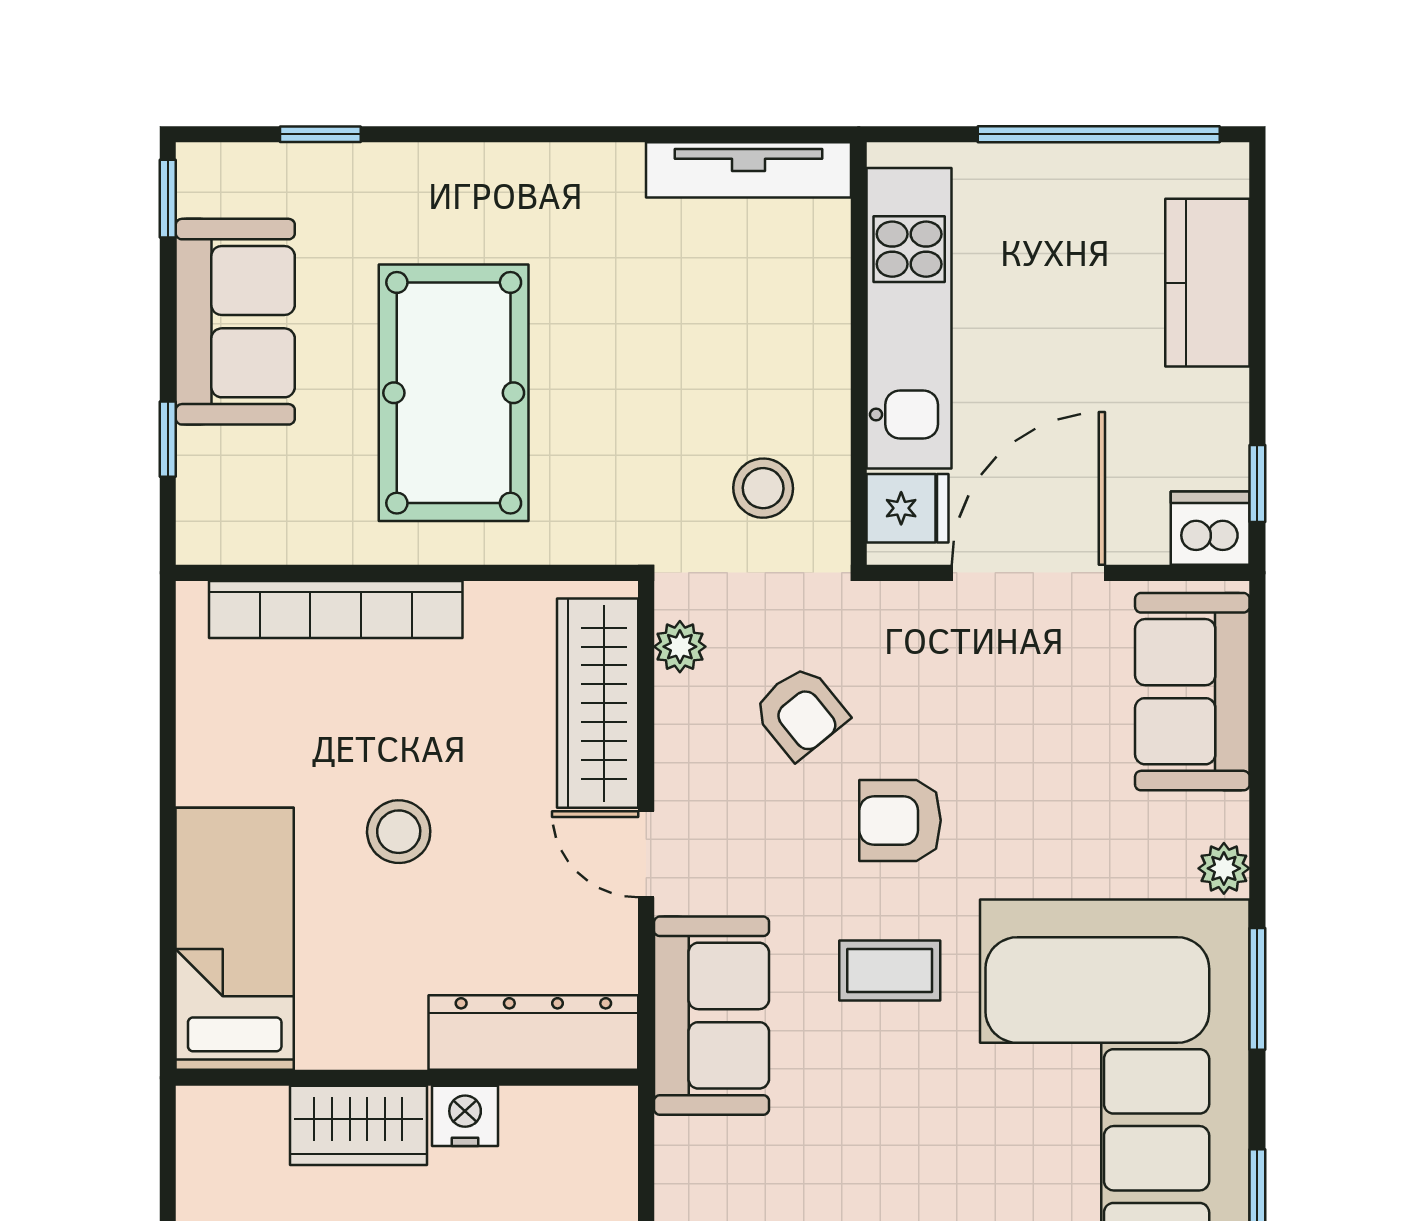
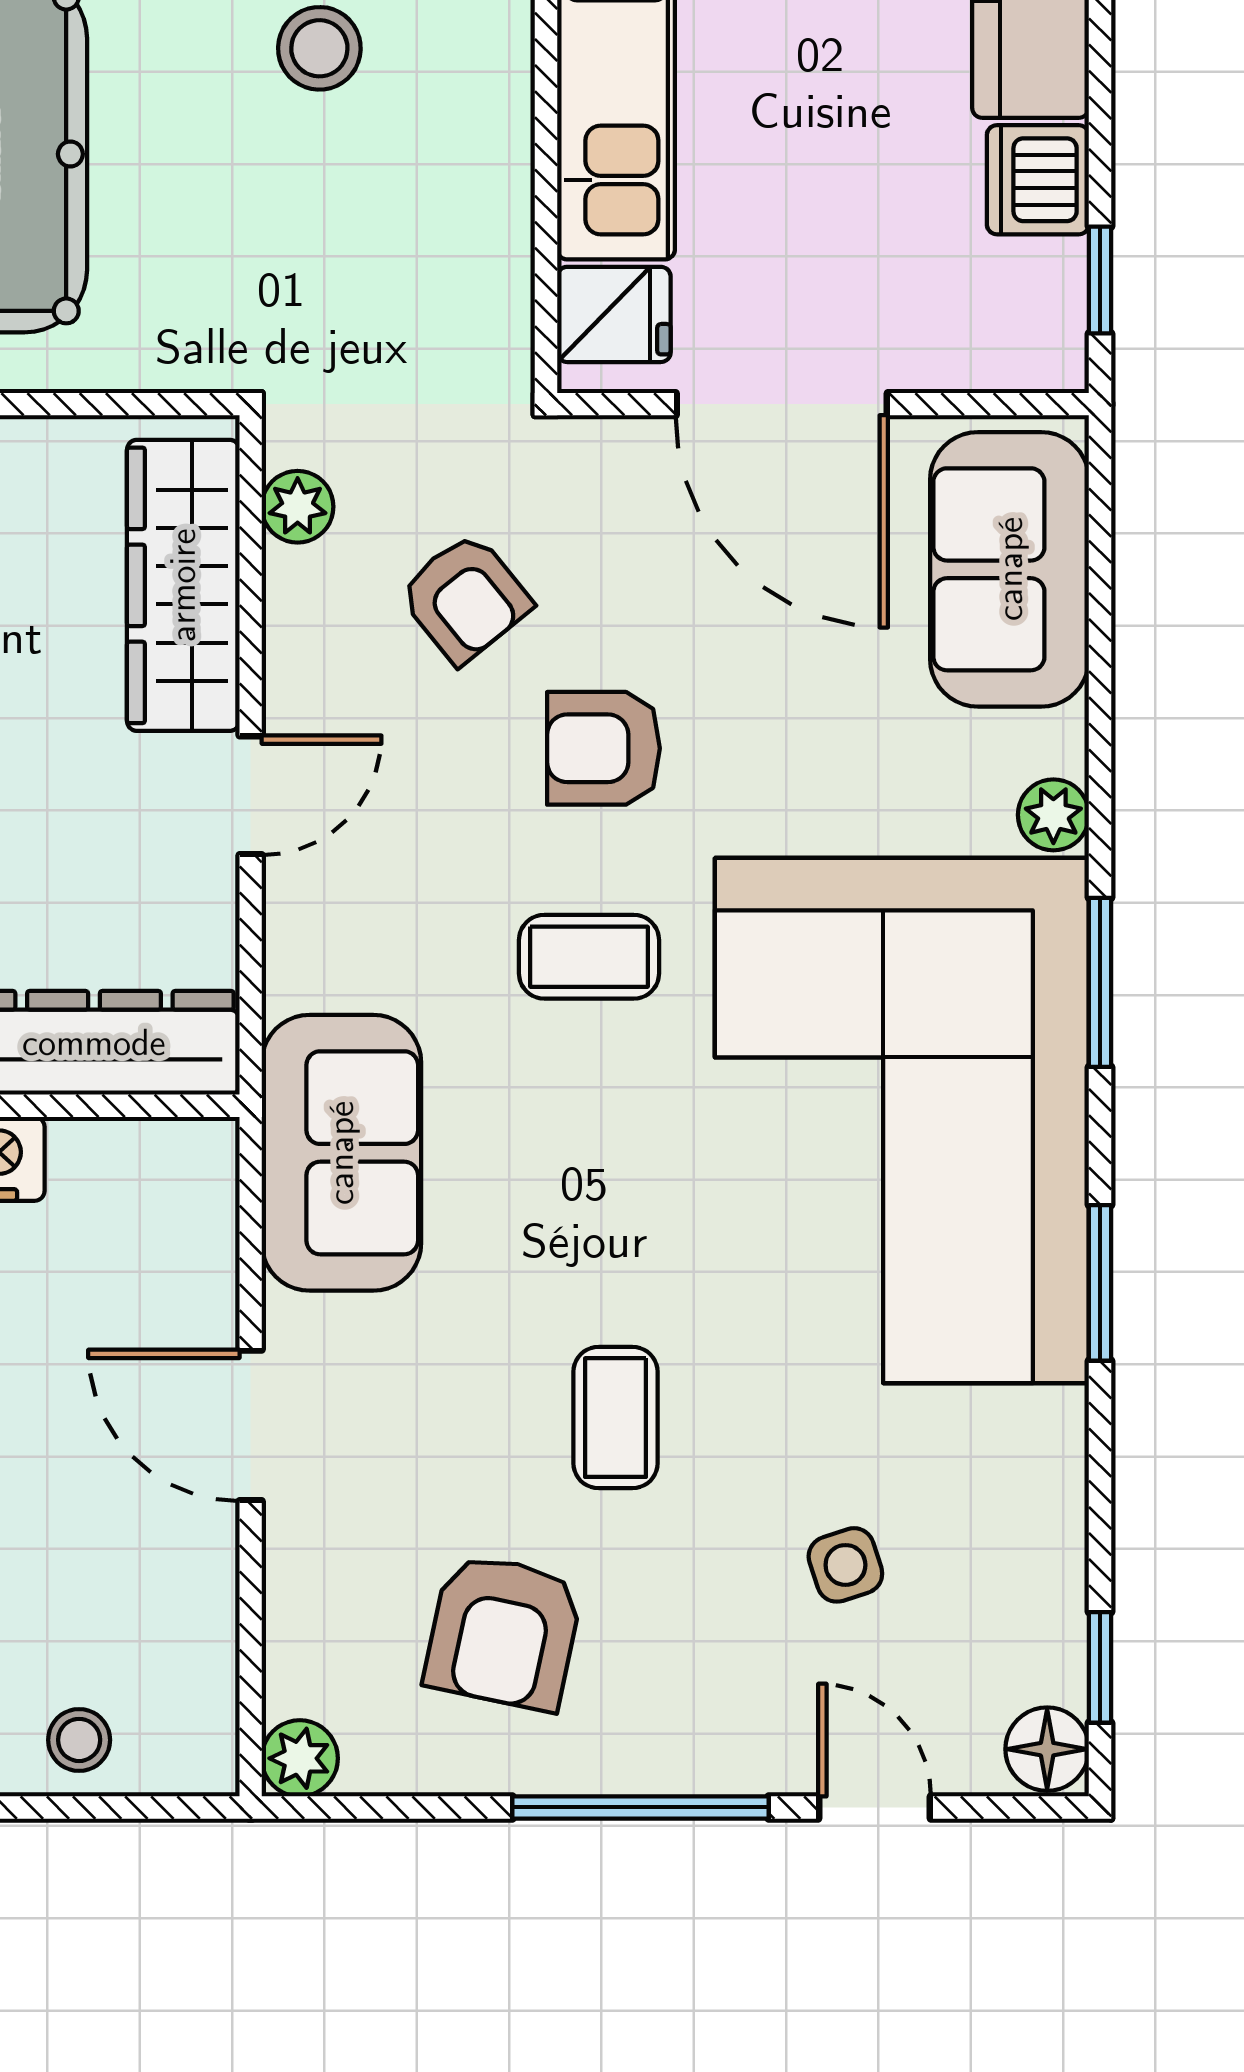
stool: (763, 488) -> (319, 48), moved
dishwasher: (1210, 528) -> (1038, 180), moved, turned -90
door: (1028, 573) -> (782, 404), swing flipped
door: (646, 854) -> (251, 795), swing flipped
sofa: (712, 1016) -> (341, 1153), moved

